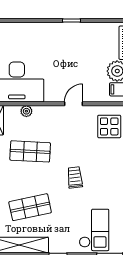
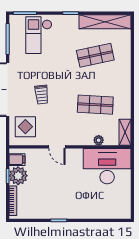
door: (74, 104) -> (57, 147), hinge flipped
trolley: (75, 177) -> (42, 95), moved

